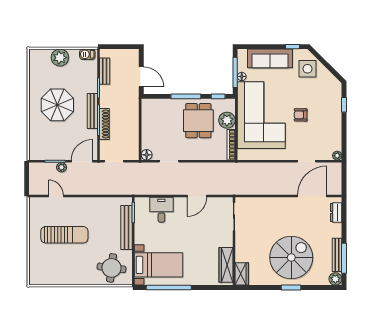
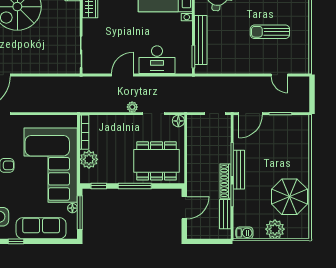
door: (141, 77) -> (184, 208), swing flipped
parasol: (57, 105) -> (289, 197), moved
dining table: (198, 121) -> (157, 161), moved, width x1.38
shoe rack: (104, 124) -> (225, 181), moved
plant: (61, 167) -> (132, 107), moved
desk: (161, 210) -> (157, 60), width x1.37
sun lounger: (64, 235) -> (270, 32), width x0.73, depth x0.75

